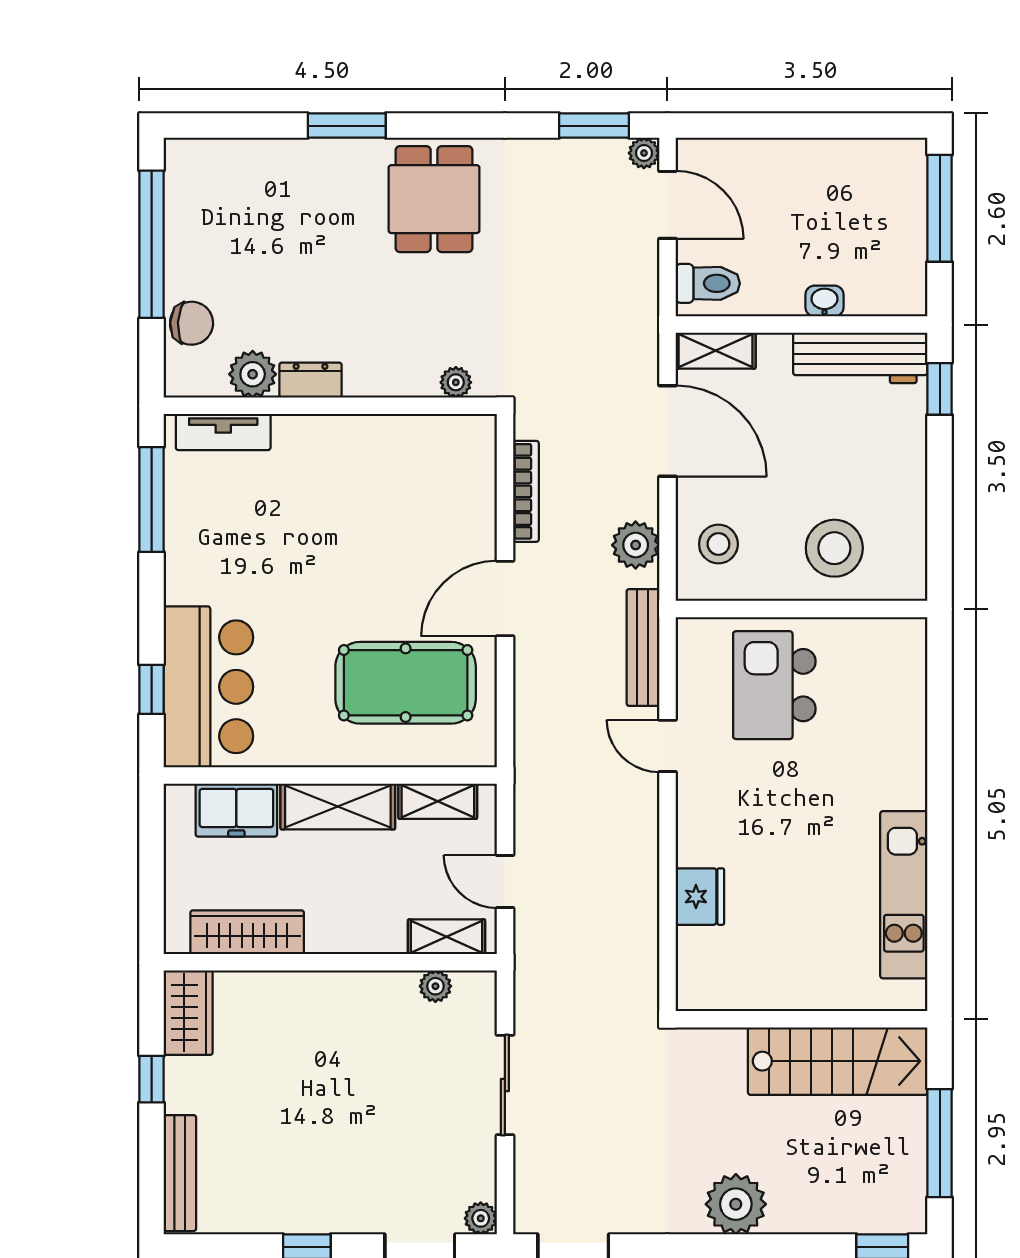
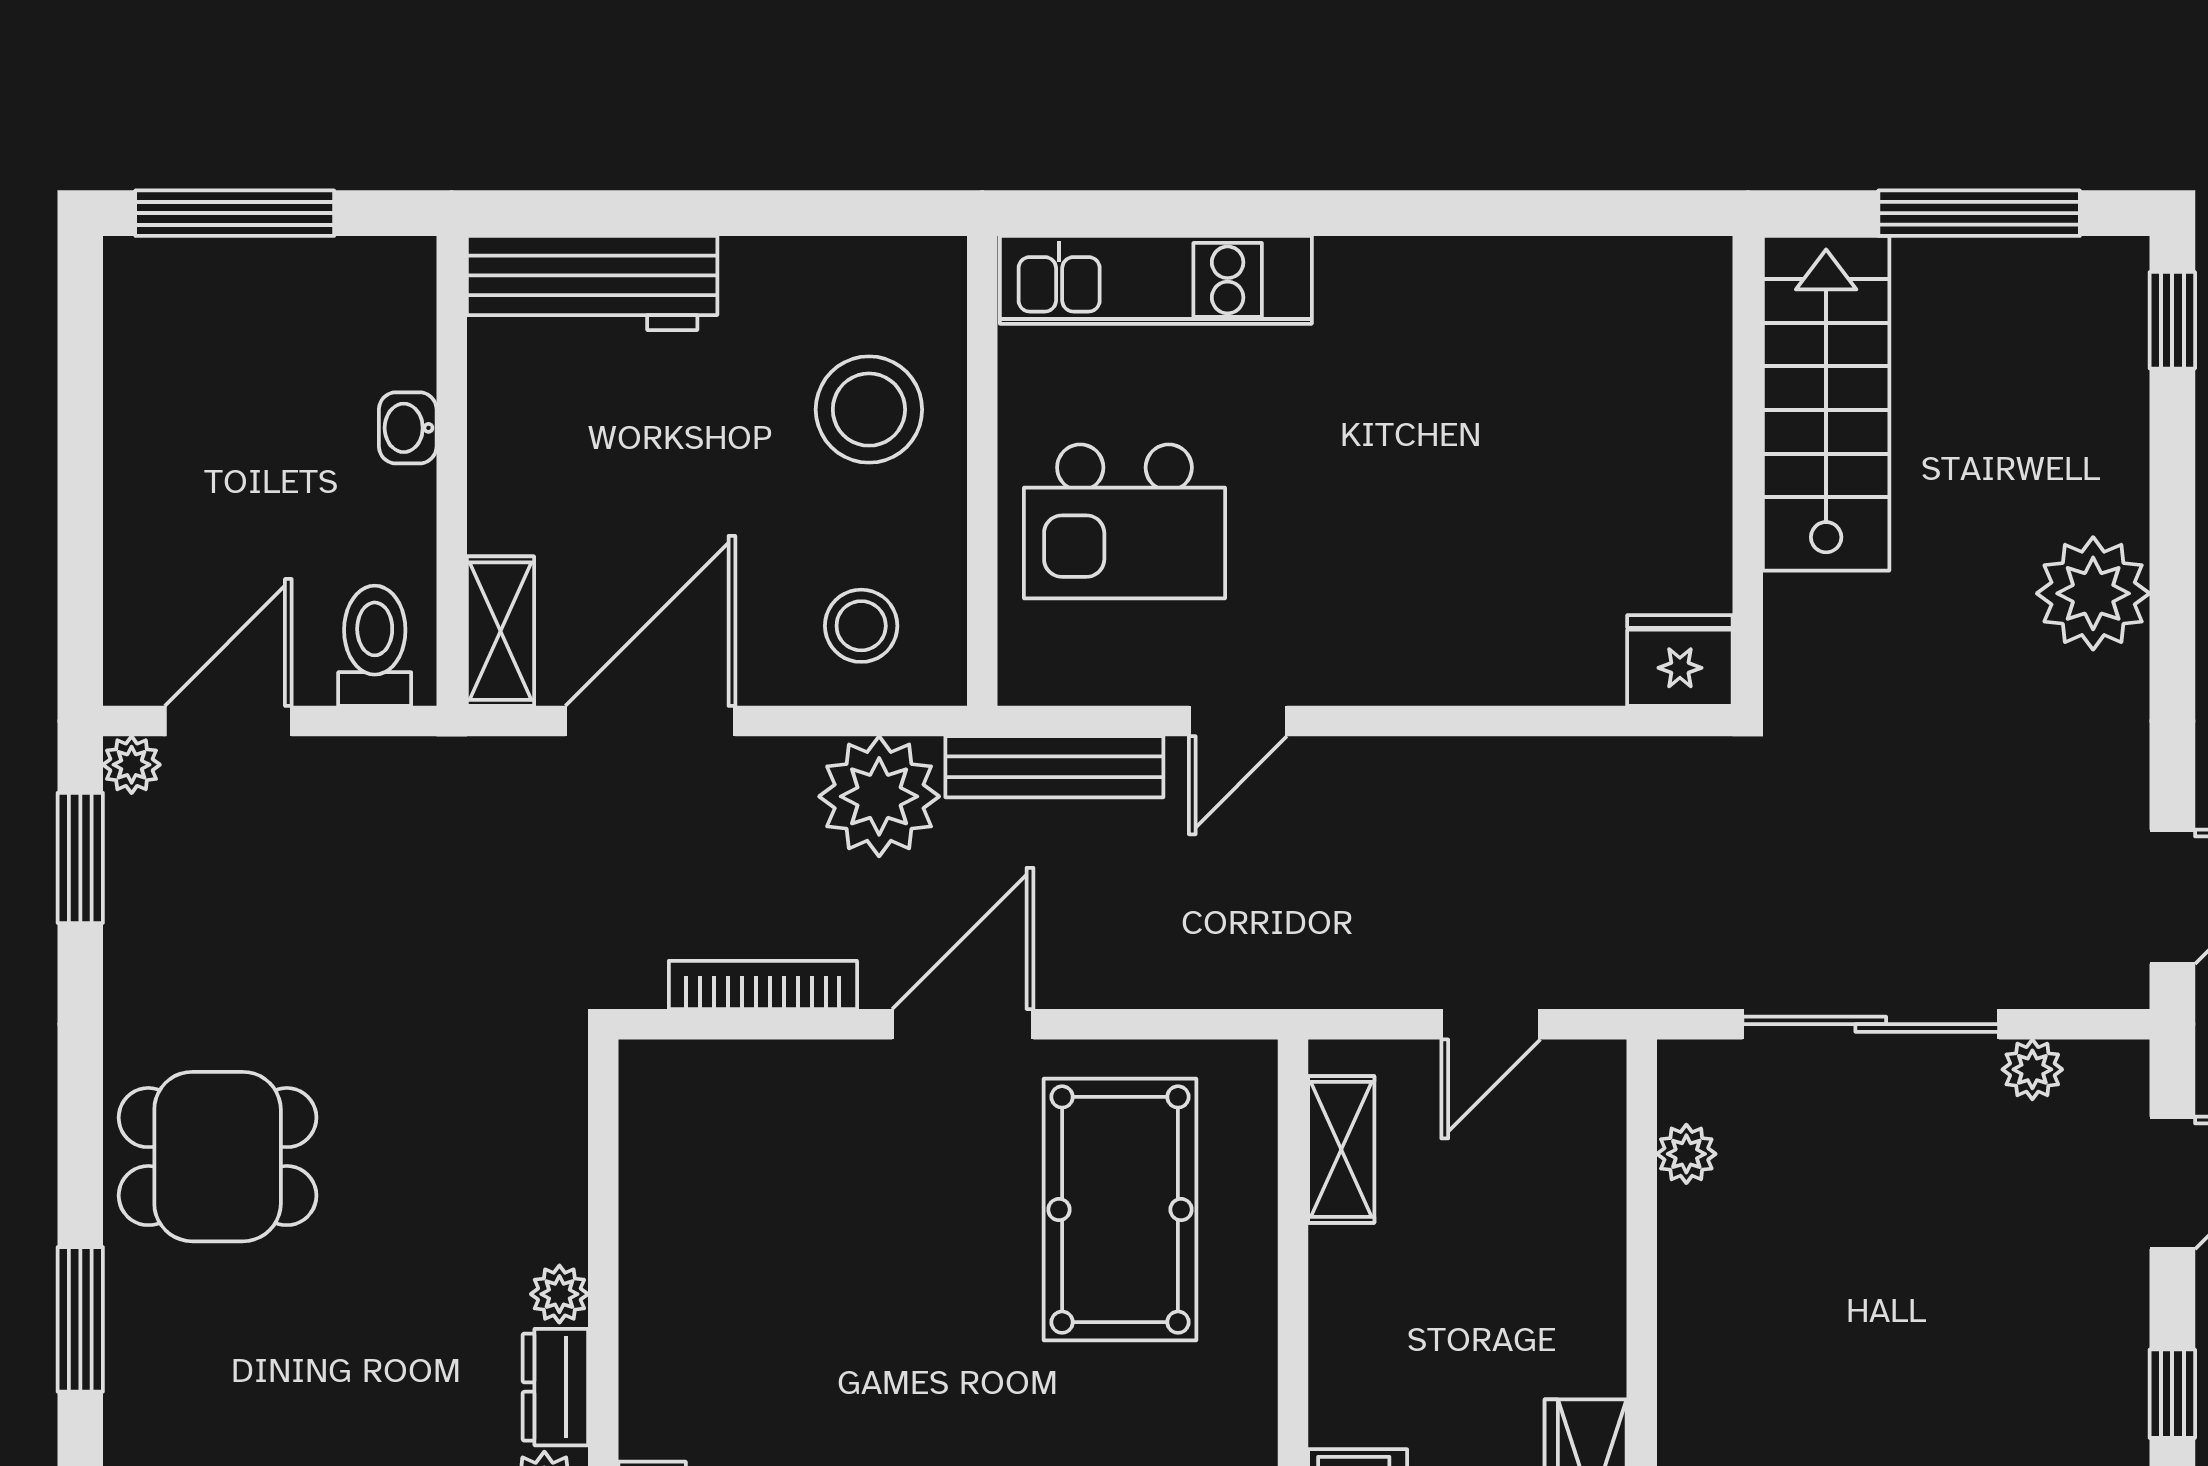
workbench: (860, 358) -> (592, 283), moved, turned 90
plant: (456, 382) -> (559, 1294), moved
window: (940, 389) -> (572, 213), removed
plant: (636, 545) -> (879, 796), width x1.36, depth x1.36
door: (505, 598) -> (963, 1024), swing flipped
shelving: (338, 807) -> (1351, 1336), removed
kitchen unit: (904, 895) -> (1156, 280), moved
fridge: (700, 897) -> (1680, 660), moved
shelving: (446, 937) -> (1594, 1133), removed
sliding door: (505, 1085) -> (1871, 1024), width x1.37
plant: (481, 1218) -> (2032, 1069), moved

